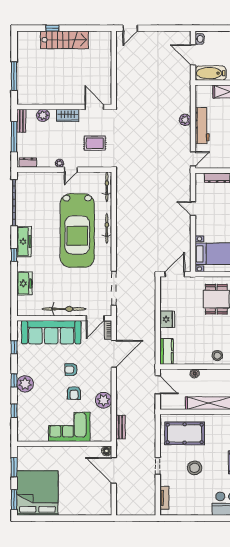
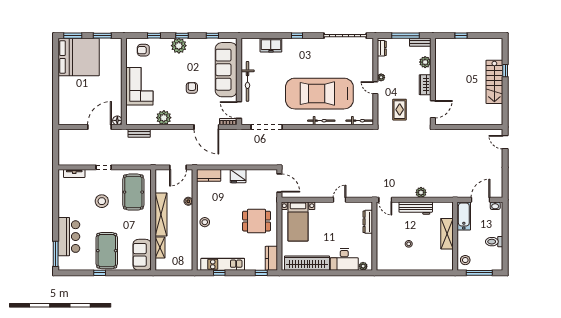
window: (14, 76) -> (461, 36), width x0.46
freezer: (24, 242) -> (309, 45), removed
armchair: (74, 393) -> (143, 50), moved

